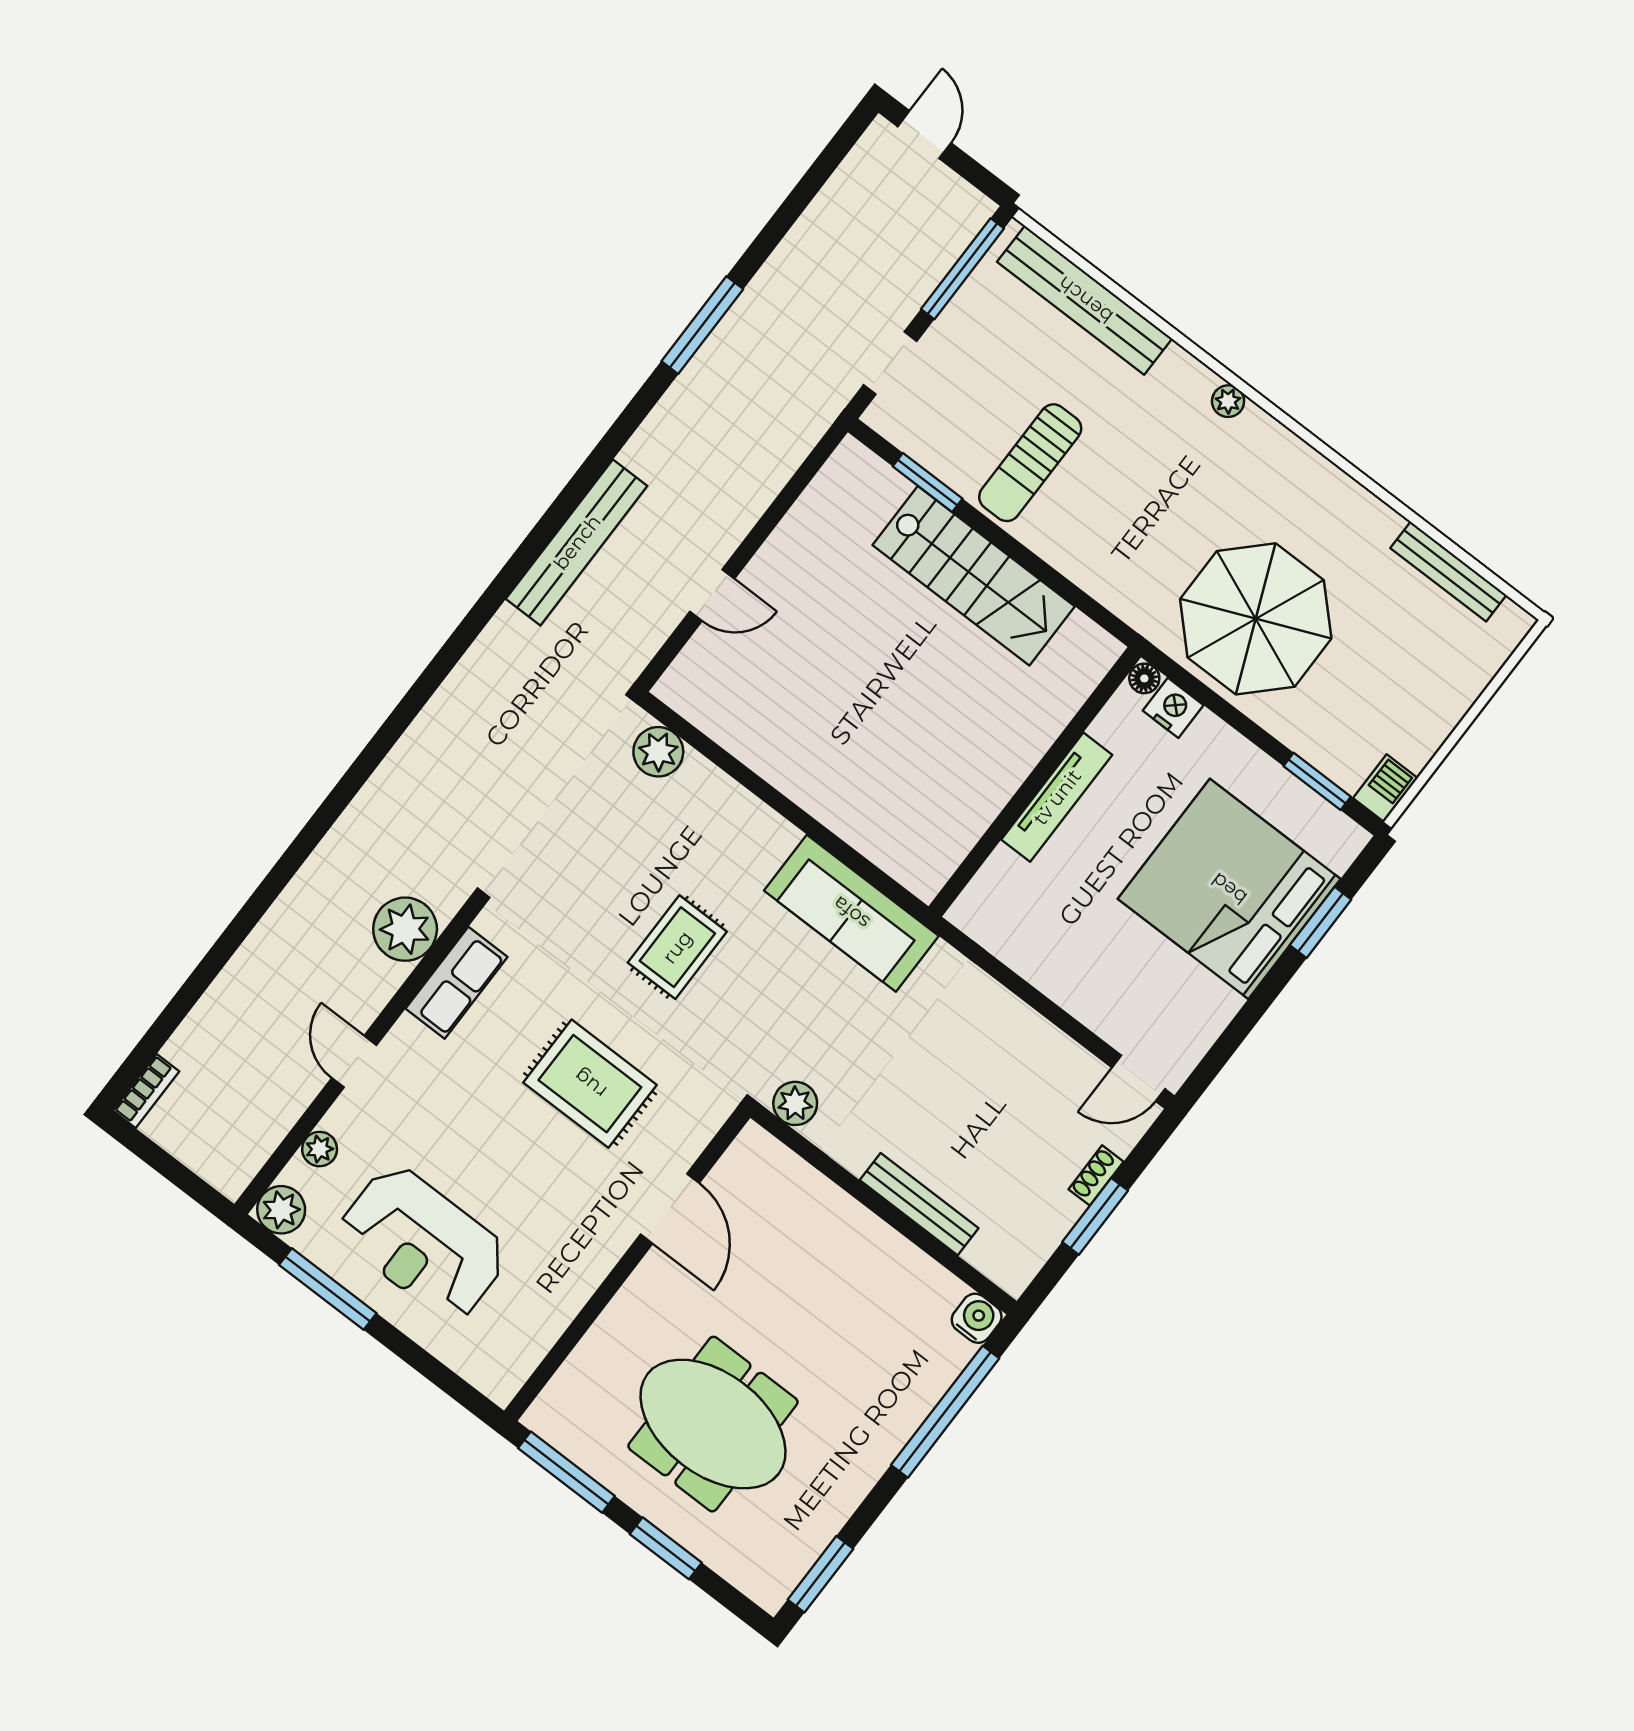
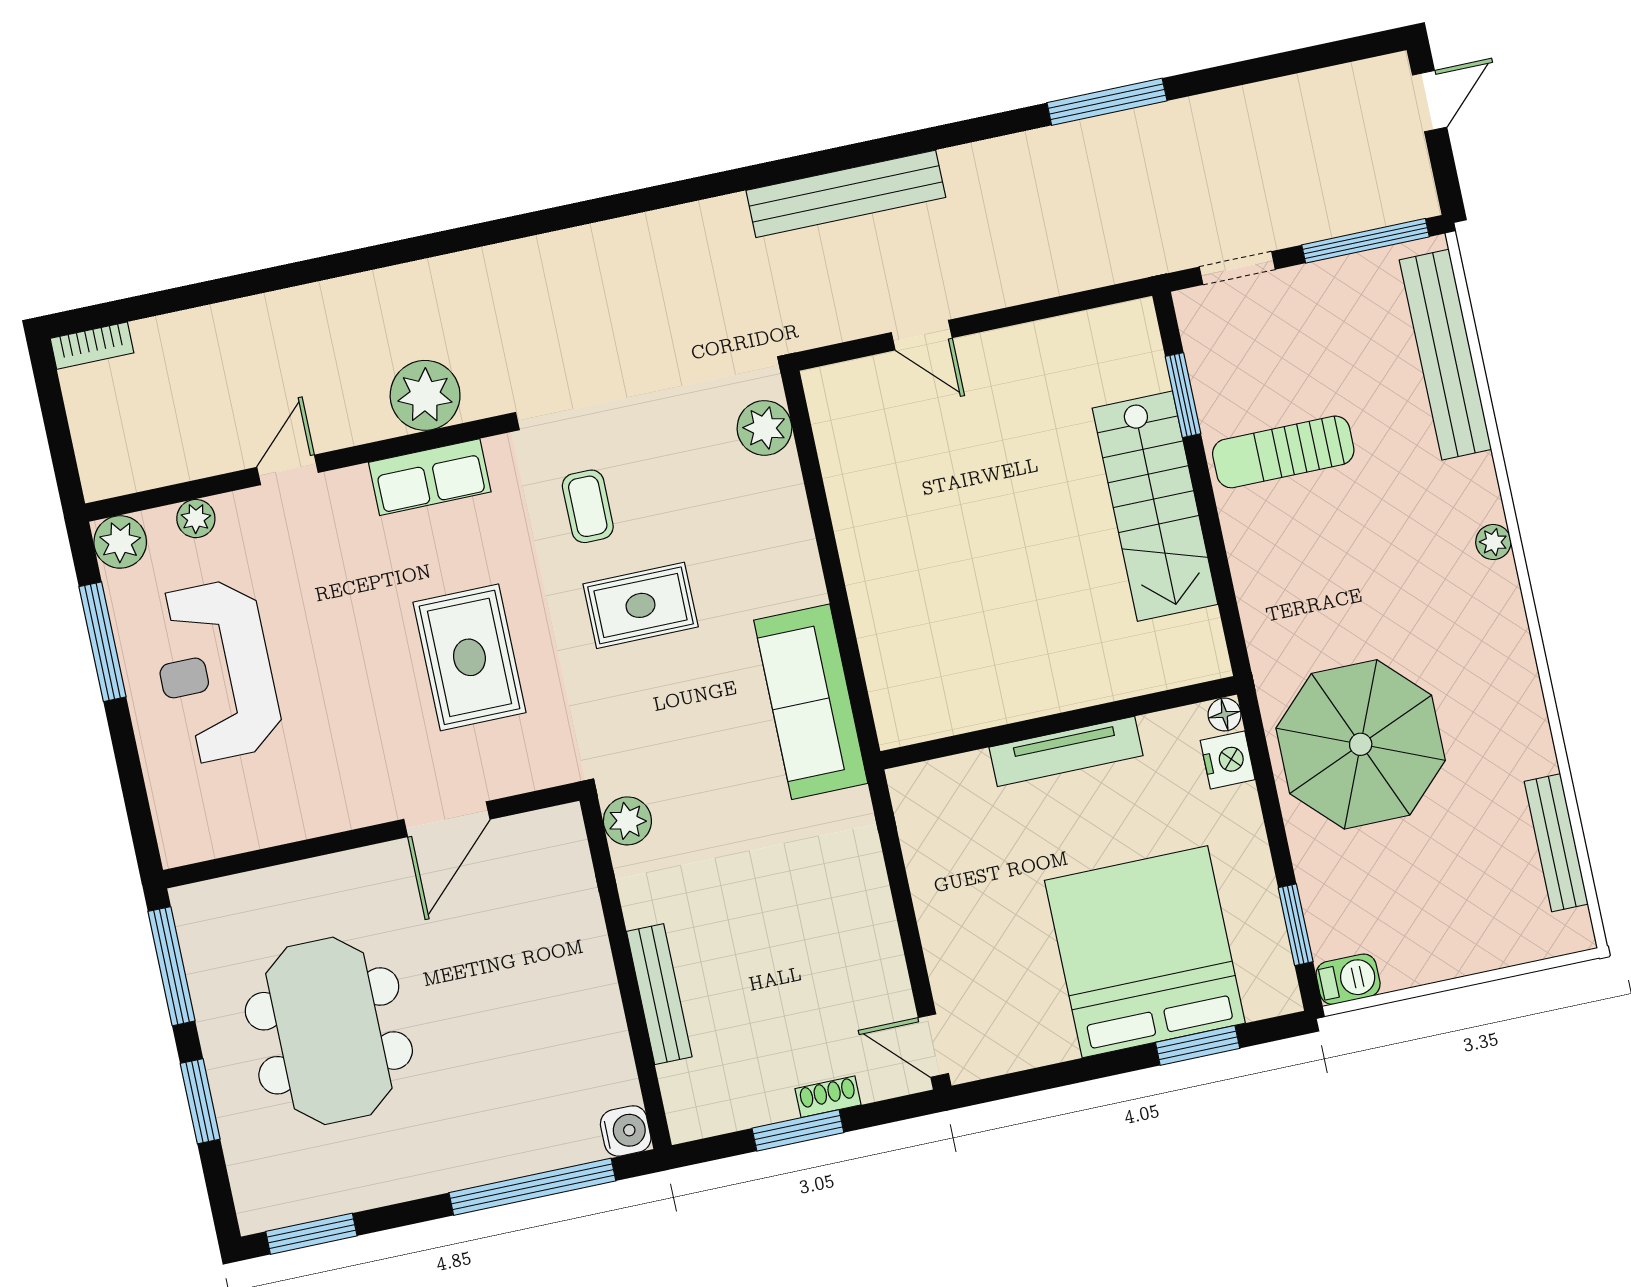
coffee table: (583, 910) -> (588, 506), added

